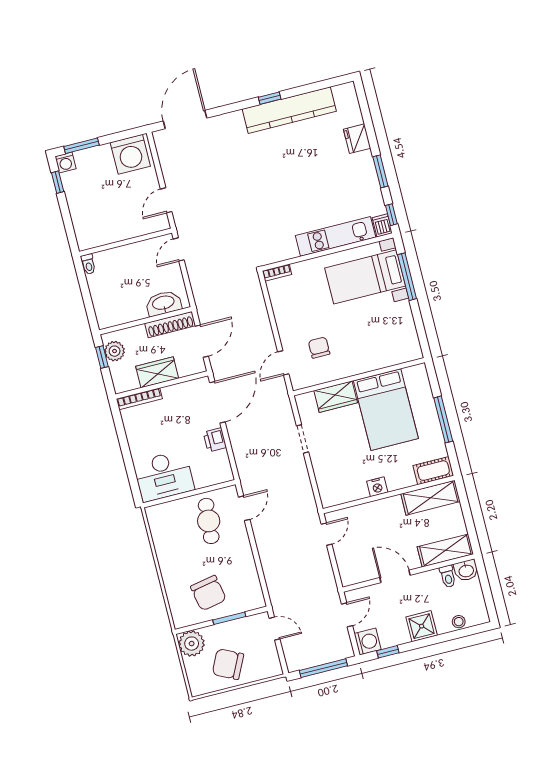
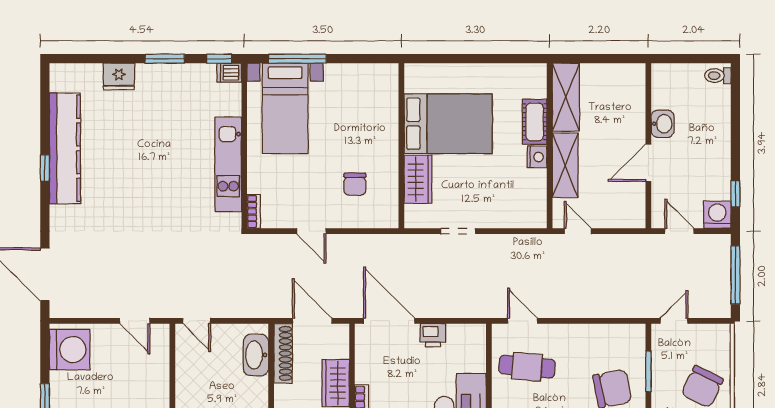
kitchen unit: (336, 236) -> (228, 164), moved
chair: (319, 348) -> (355, 184), turned -90
door: (283, 363) -> (311, 231), moved
window: (443, 419) -> (477, 59), removed
cot: (433, 471) -> (535, 122), moved
shelving: (445, 550) -> (565, 165), moved
washbasin: (466, 570) -> (663, 124), moved
toilet: (448, 576) -> (718, 76), moved, turned 180
stool: (459, 622) -> (721, 101), removed
shower: (422, 626) -> (715, 146), removed

